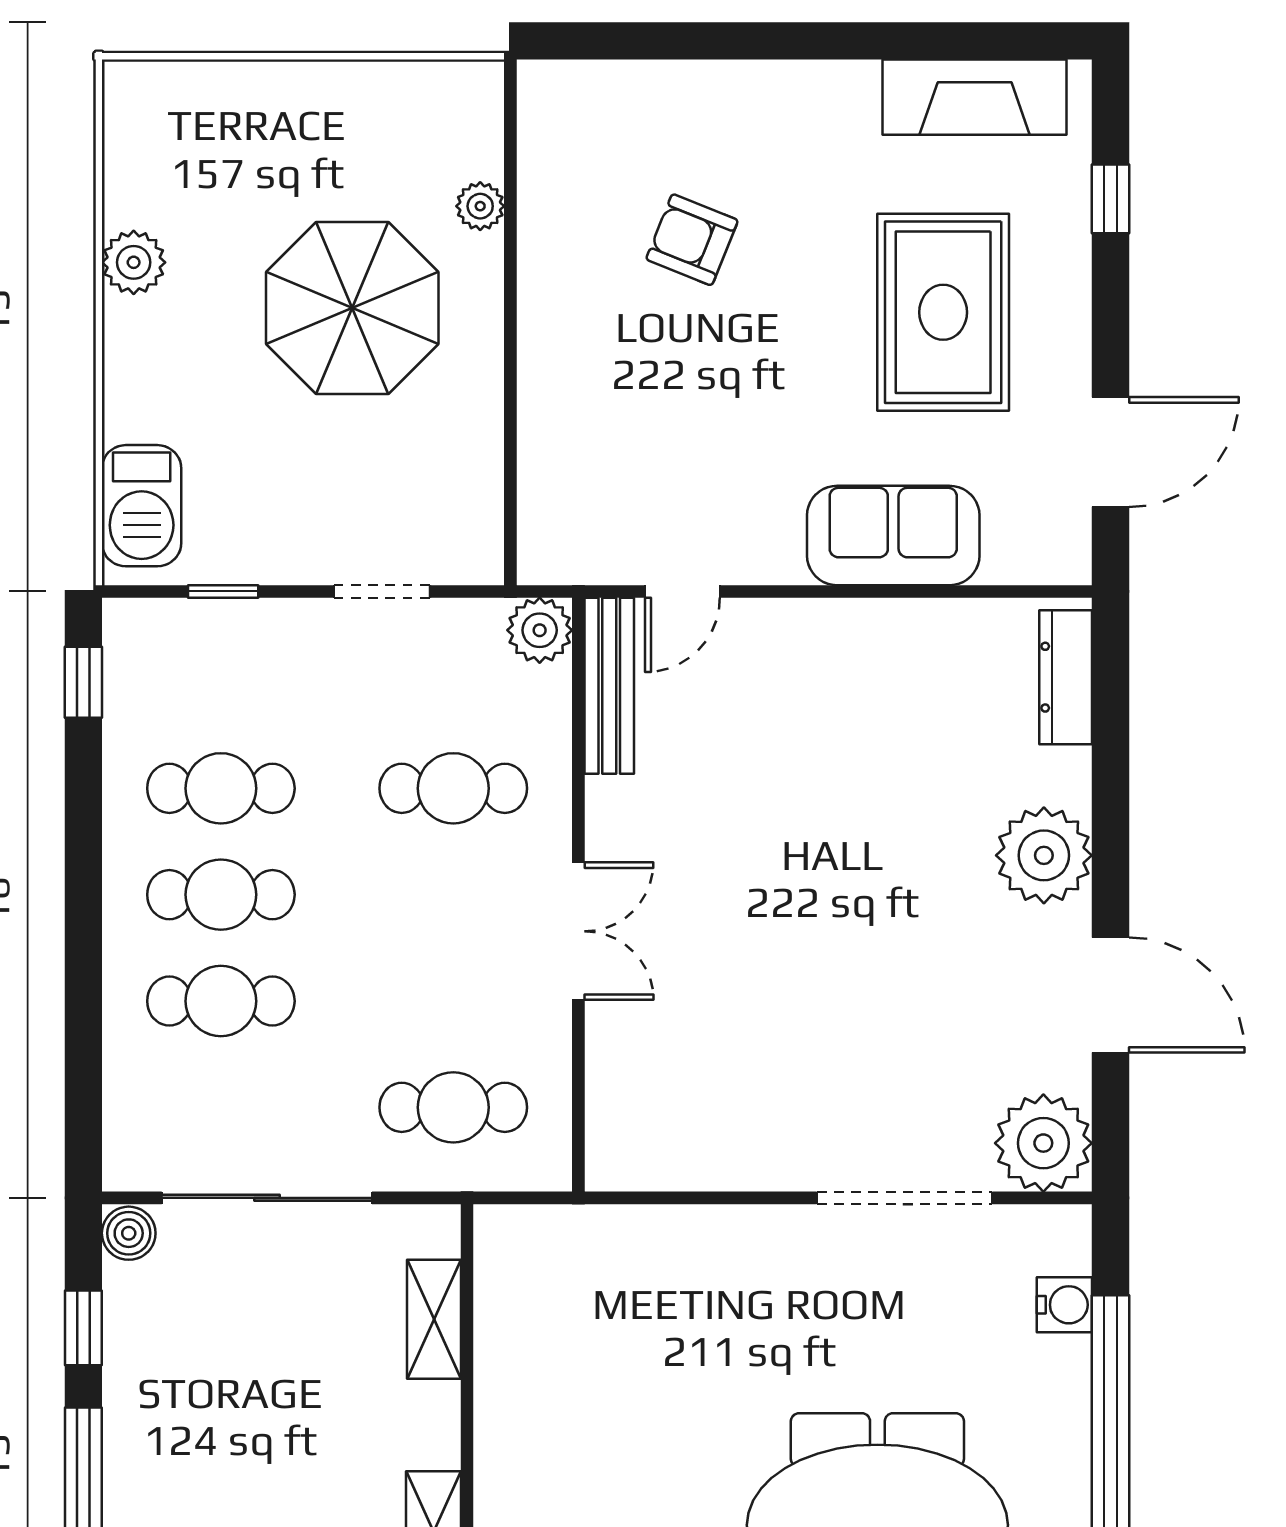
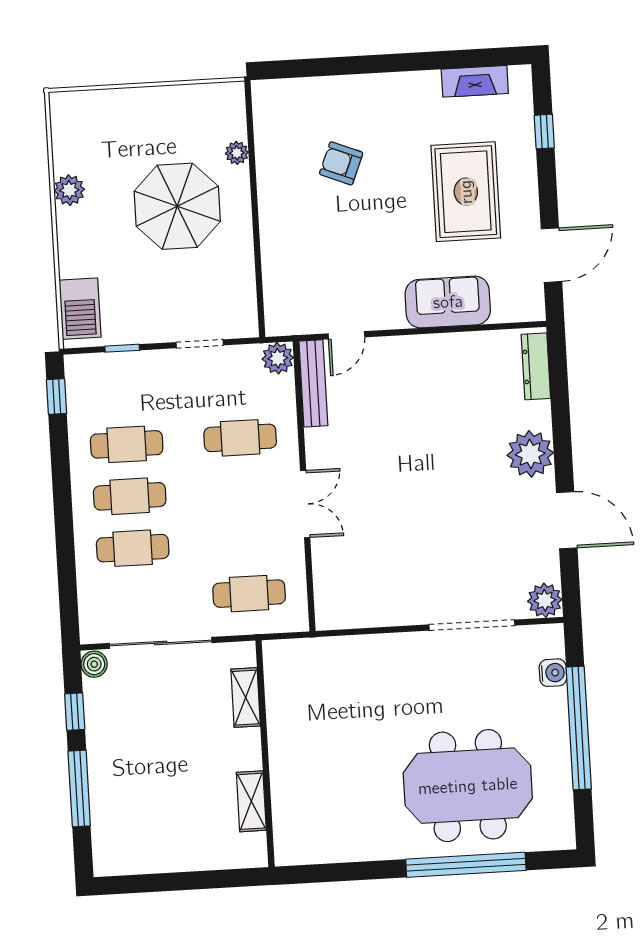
fireplace: (975, 97) -> (475, 81), width x0.73, depth x0.76
plant: (1043, 1143) -> (545, 600), width x0.73, depth x0.73

